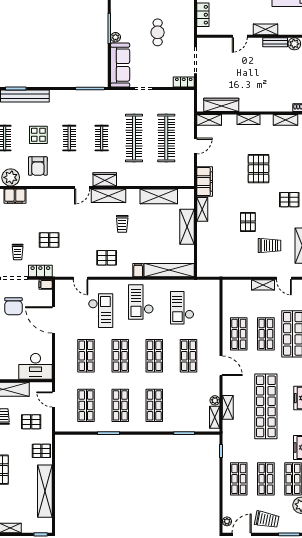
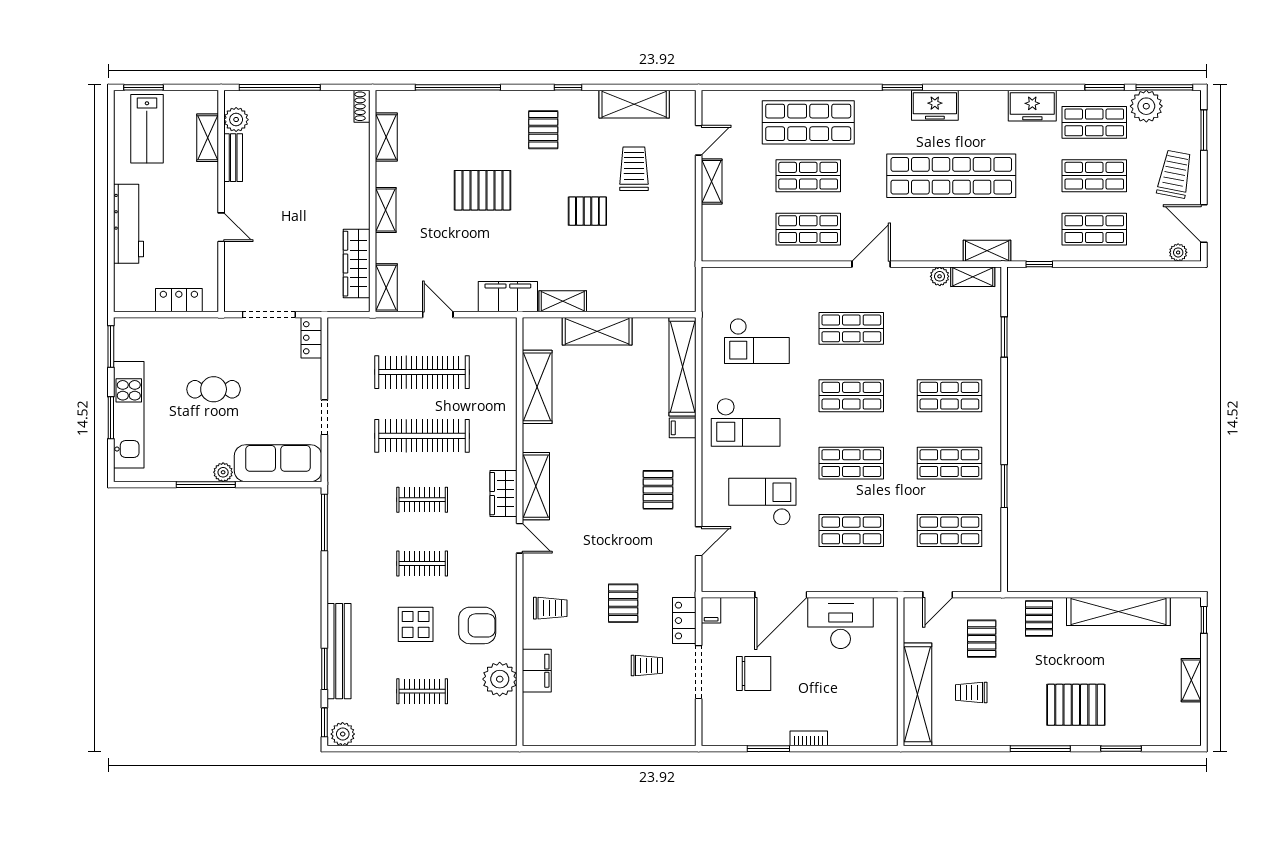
shelving: (265, 29) -> (208, 138), moved
trolley: (122, 224) -> (550, 608), moved
desk: (36, 366) -> (841, 623), moved, turned -90
shelving: (228, 407) -> (987, 251), moved

